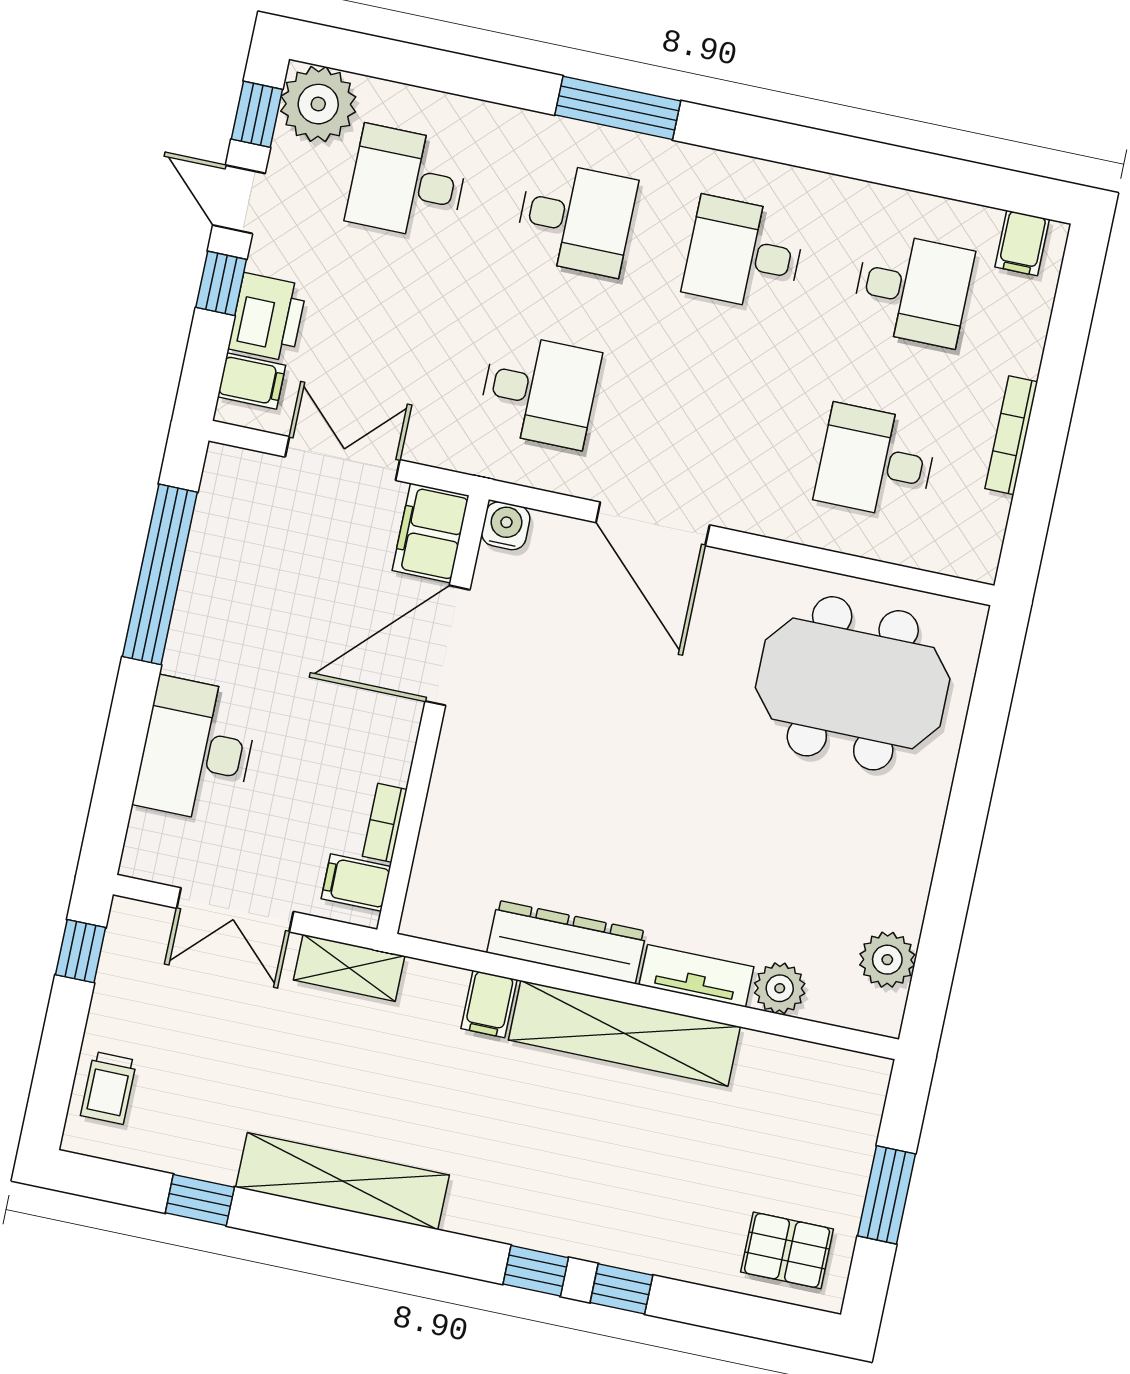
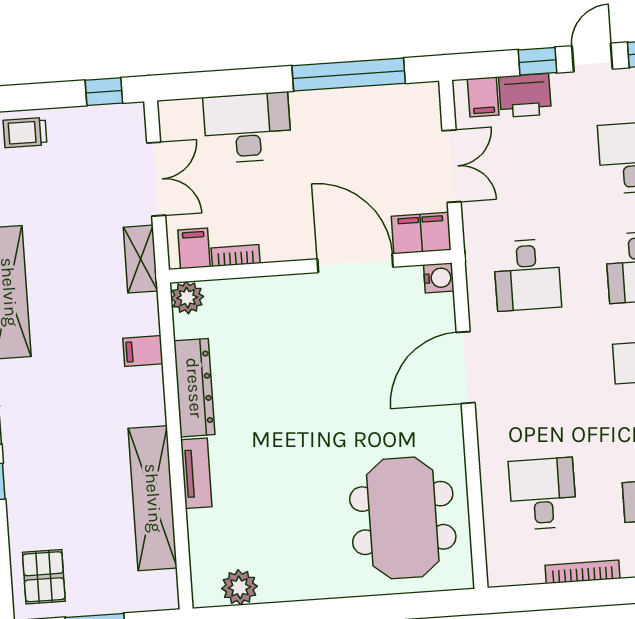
double door: (235, 910) -> (156, 179), swing flipped
plant: (780, 988) -> (187, 298), moved
shelving: (624, 1033) -> (153, 498), moved

